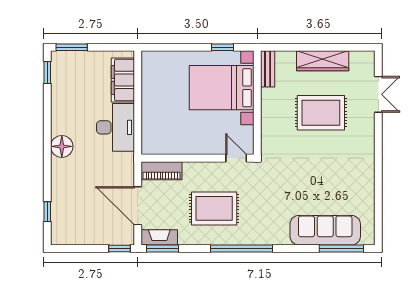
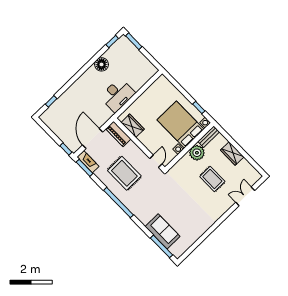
wardrobe: (323, 61) -> (232, 154), width x0.67
filing cabinet: (123, 80) -> (142, 78), removed
double door: (378, 94) -> (245, 196), swing flipped
plant: (273, 101) -> (197, 153), added
rug: (321, 113) -> (212, 179), width x0.73, depth x0.70
wardrobe: (169, 145) -> (133, 126), added
floor lamp: (62, 146) -> (102, 64), moved
sofa: (325, 230) -> (163, 231), width x0.73

